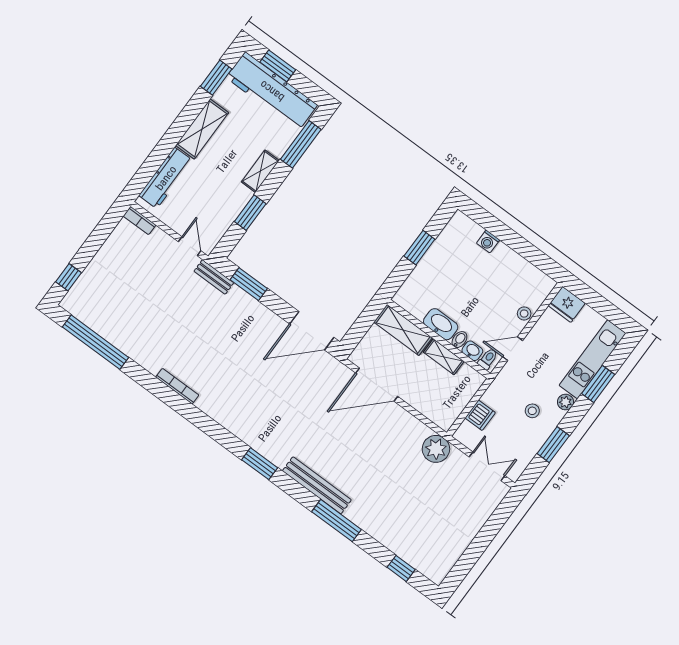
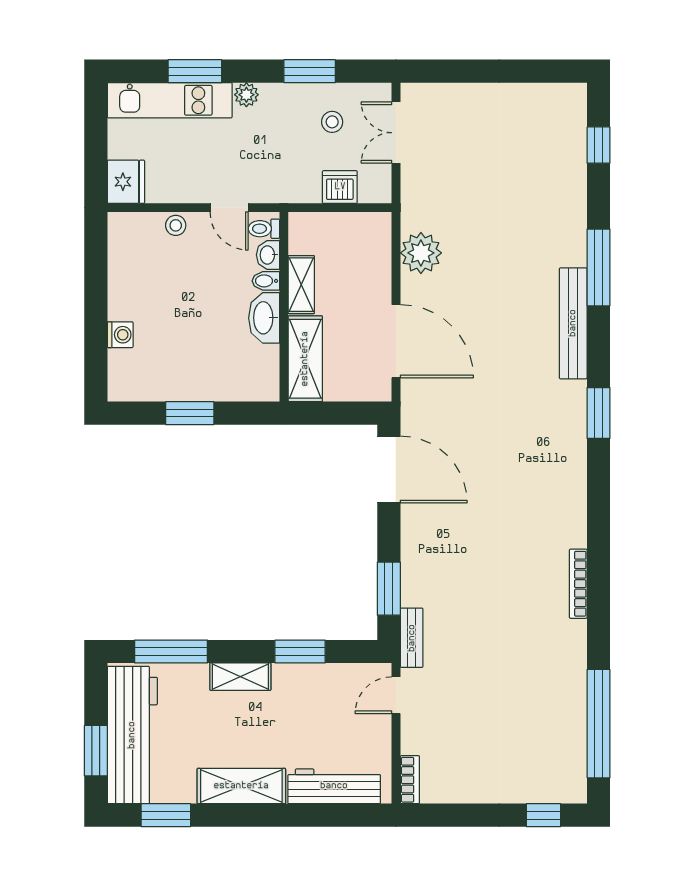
stool: (532, 411) -> (332, 122), moved
plant: (436, 449) -> (421, 253), moved

